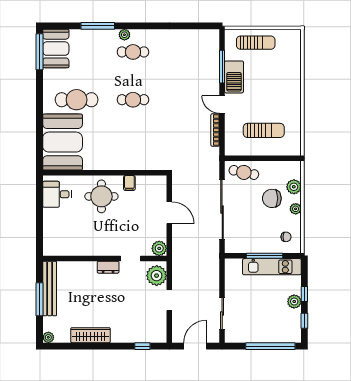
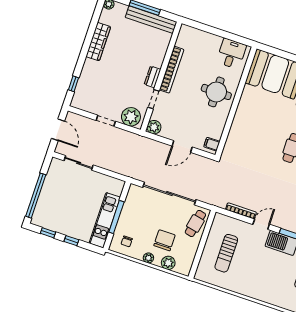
filing cabinet: (129, 183) -> (212, 144), moved
bookcase: (94, 250) -> (172, 70), added
plant: (294, 302) -> (68, 230), removed

